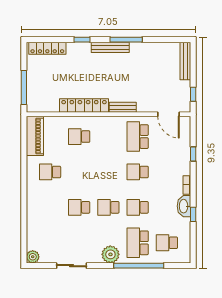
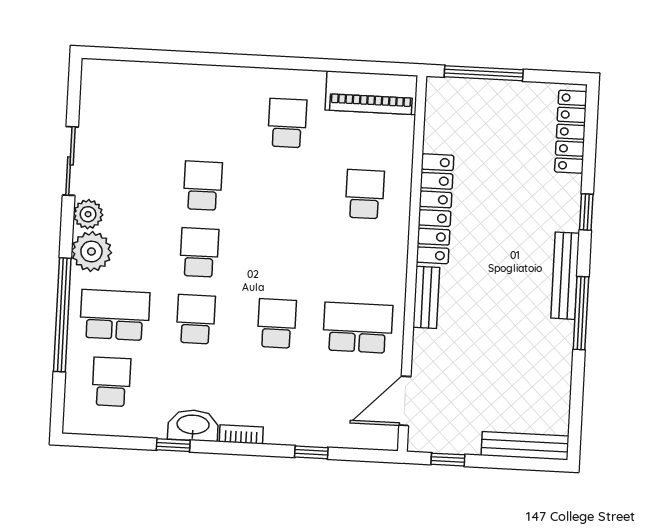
plant: (33, 257) -> (88, 214), moved

